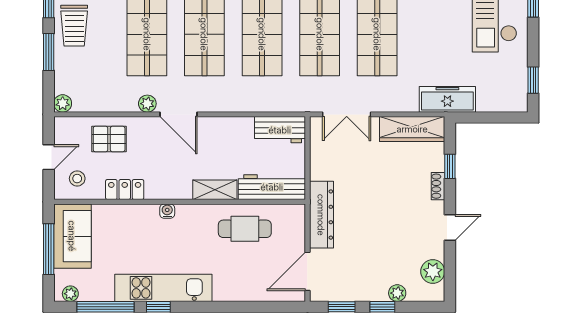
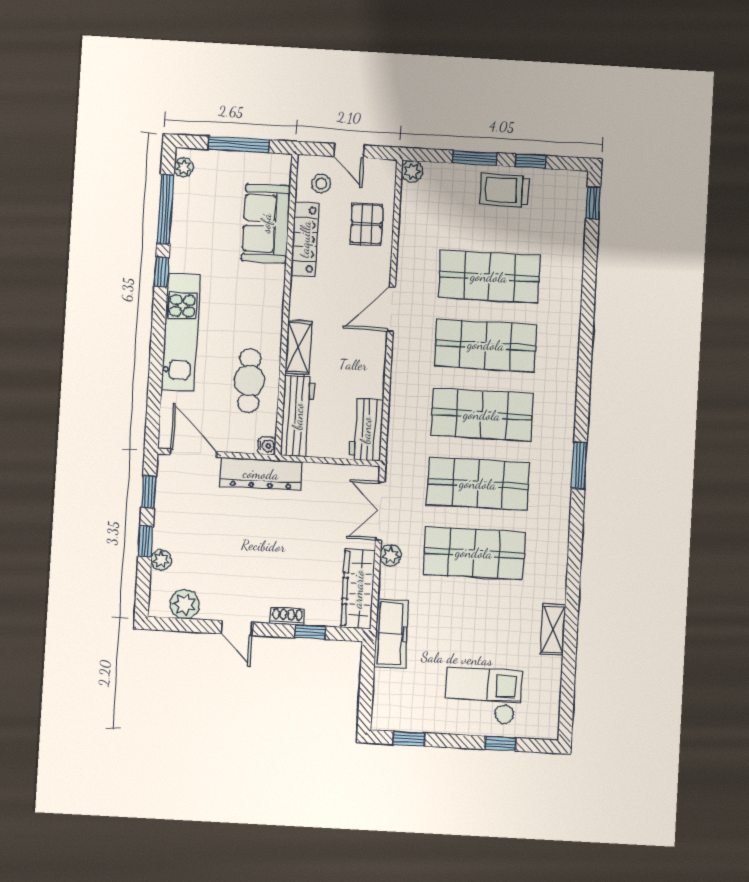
plant: (147, 104) -> (391, 555), moved
locker: (125, 190) -> (305, 239), width x1.53
water cooler: (167, 211) -> (267, 446), moved
sofa: (72, 236) -> (266, 223), moved, turned 90
kitchen unit: (163, 288) -> (181, 333), moved

